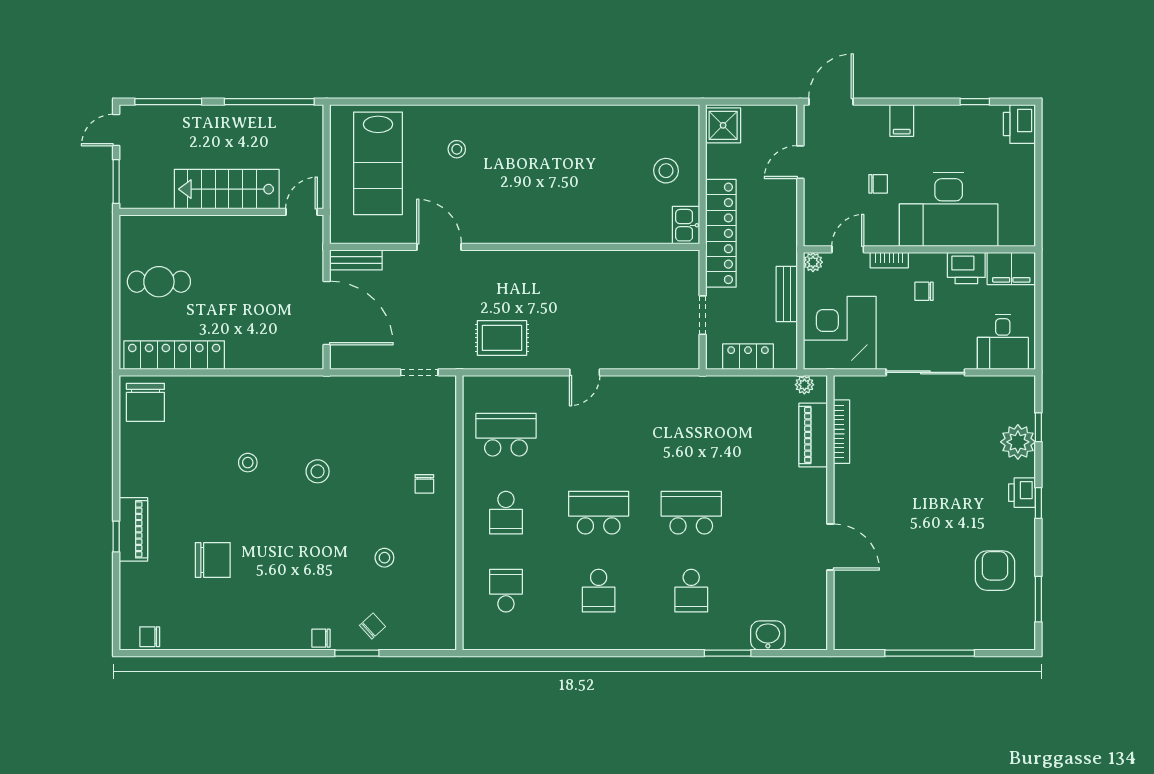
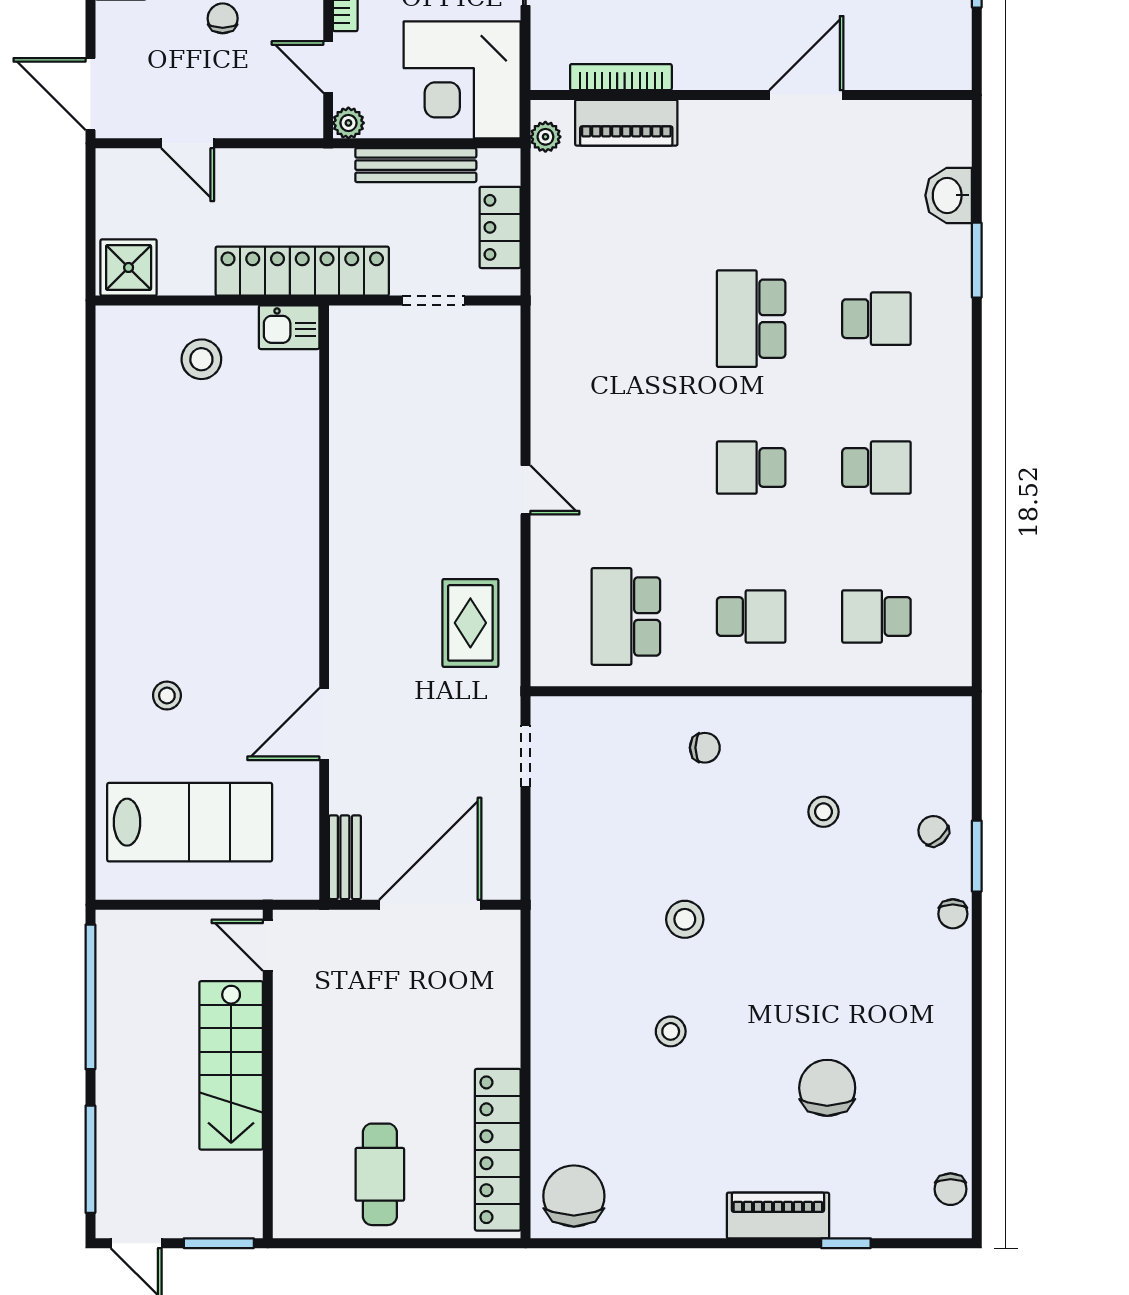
bench: (787, 294) -> (416, 165), width x1.36
chair: (145, 402) -> (574, 1196), turned -90
school desk: (599, 513) -> (751, 468), width x0.54
window: (116, 537) -> (846, 1243), moved

